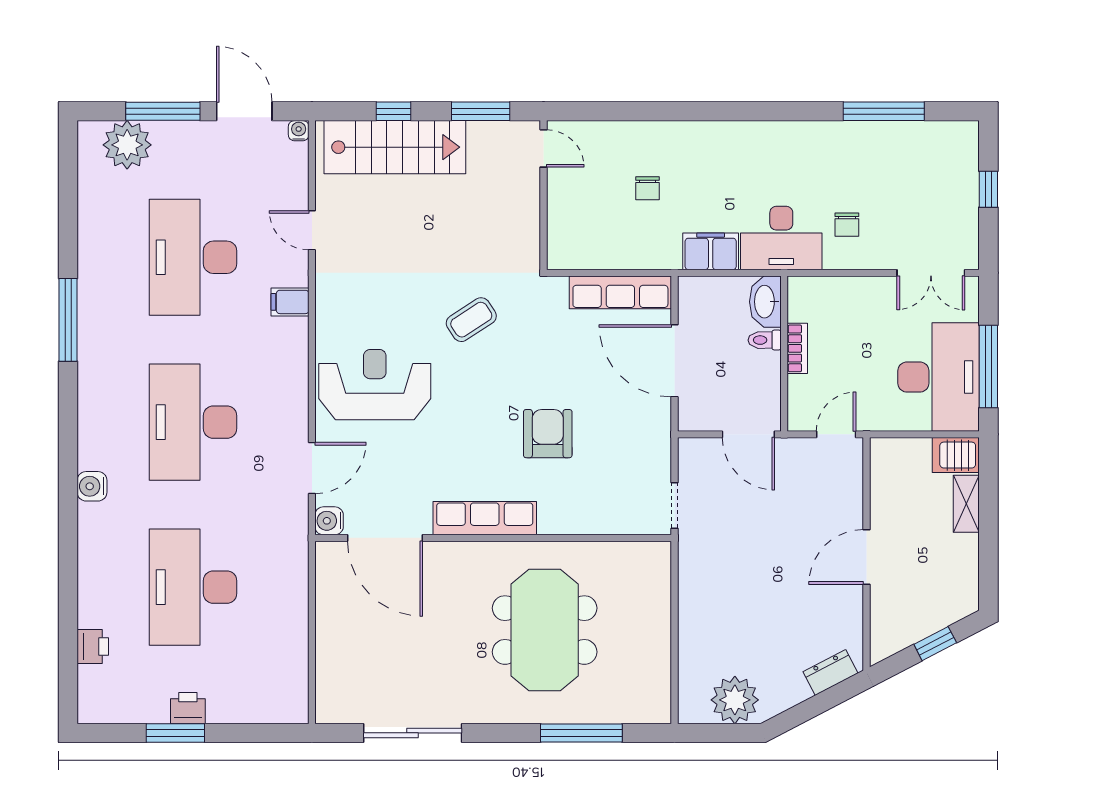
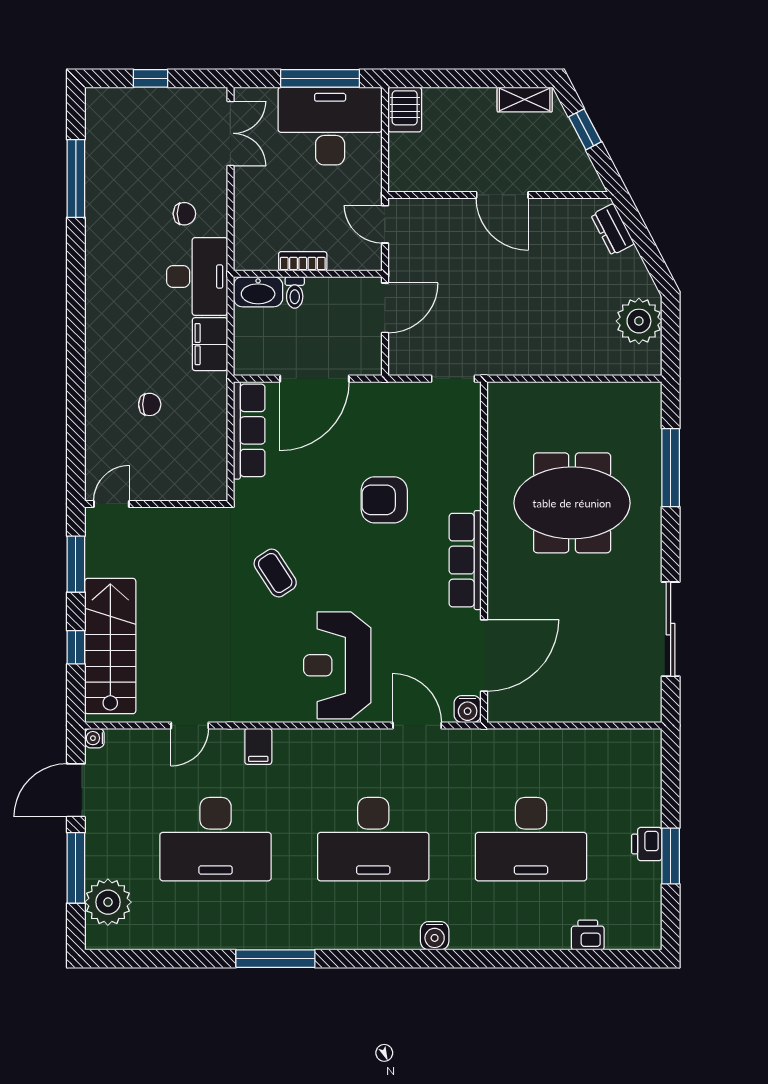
shelving: (966, 504) -> (525, 100), moved

